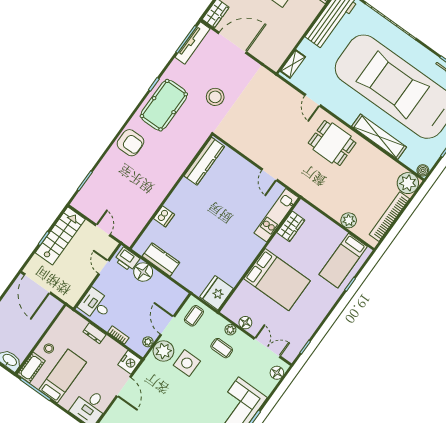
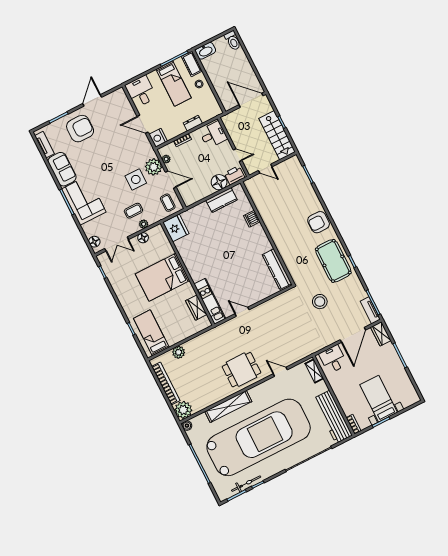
tv unit: (193, 43) -> (370, 310), width x0.71
desk: (270, 50) -> (333, 359), added

